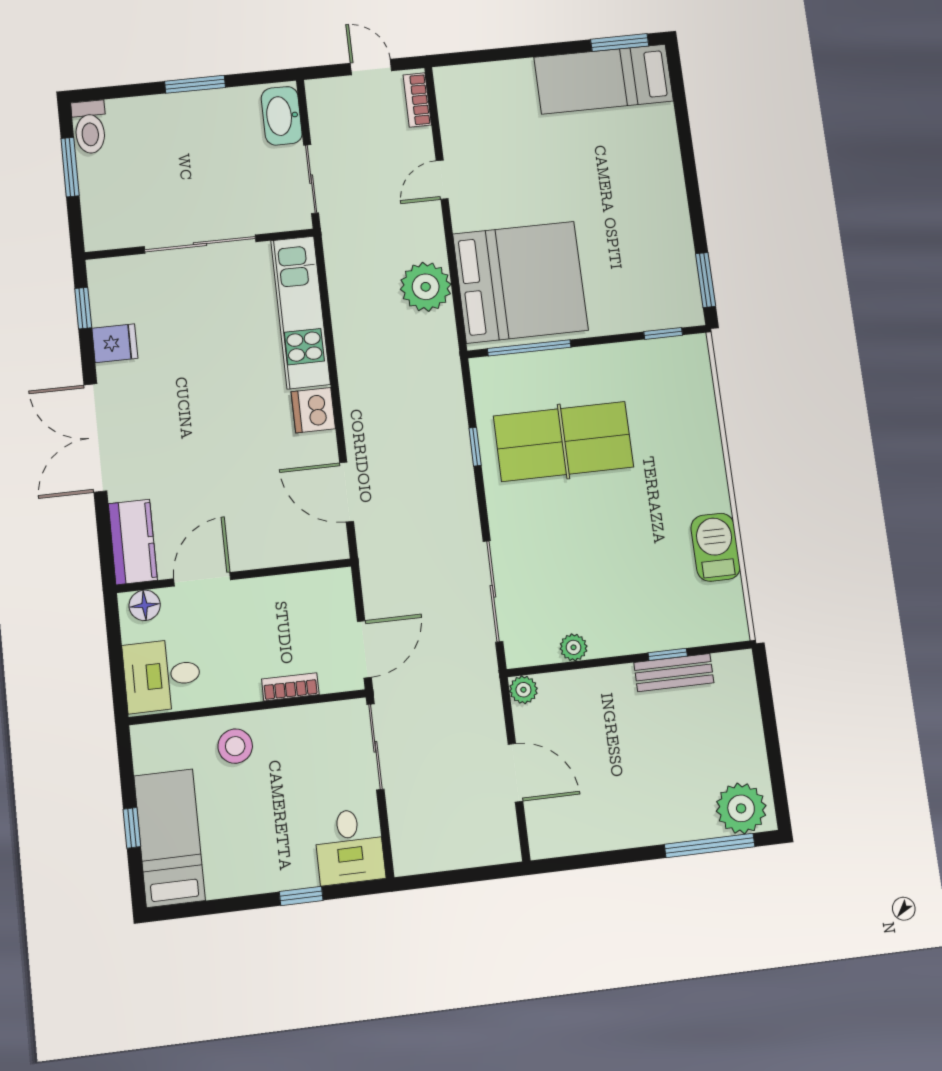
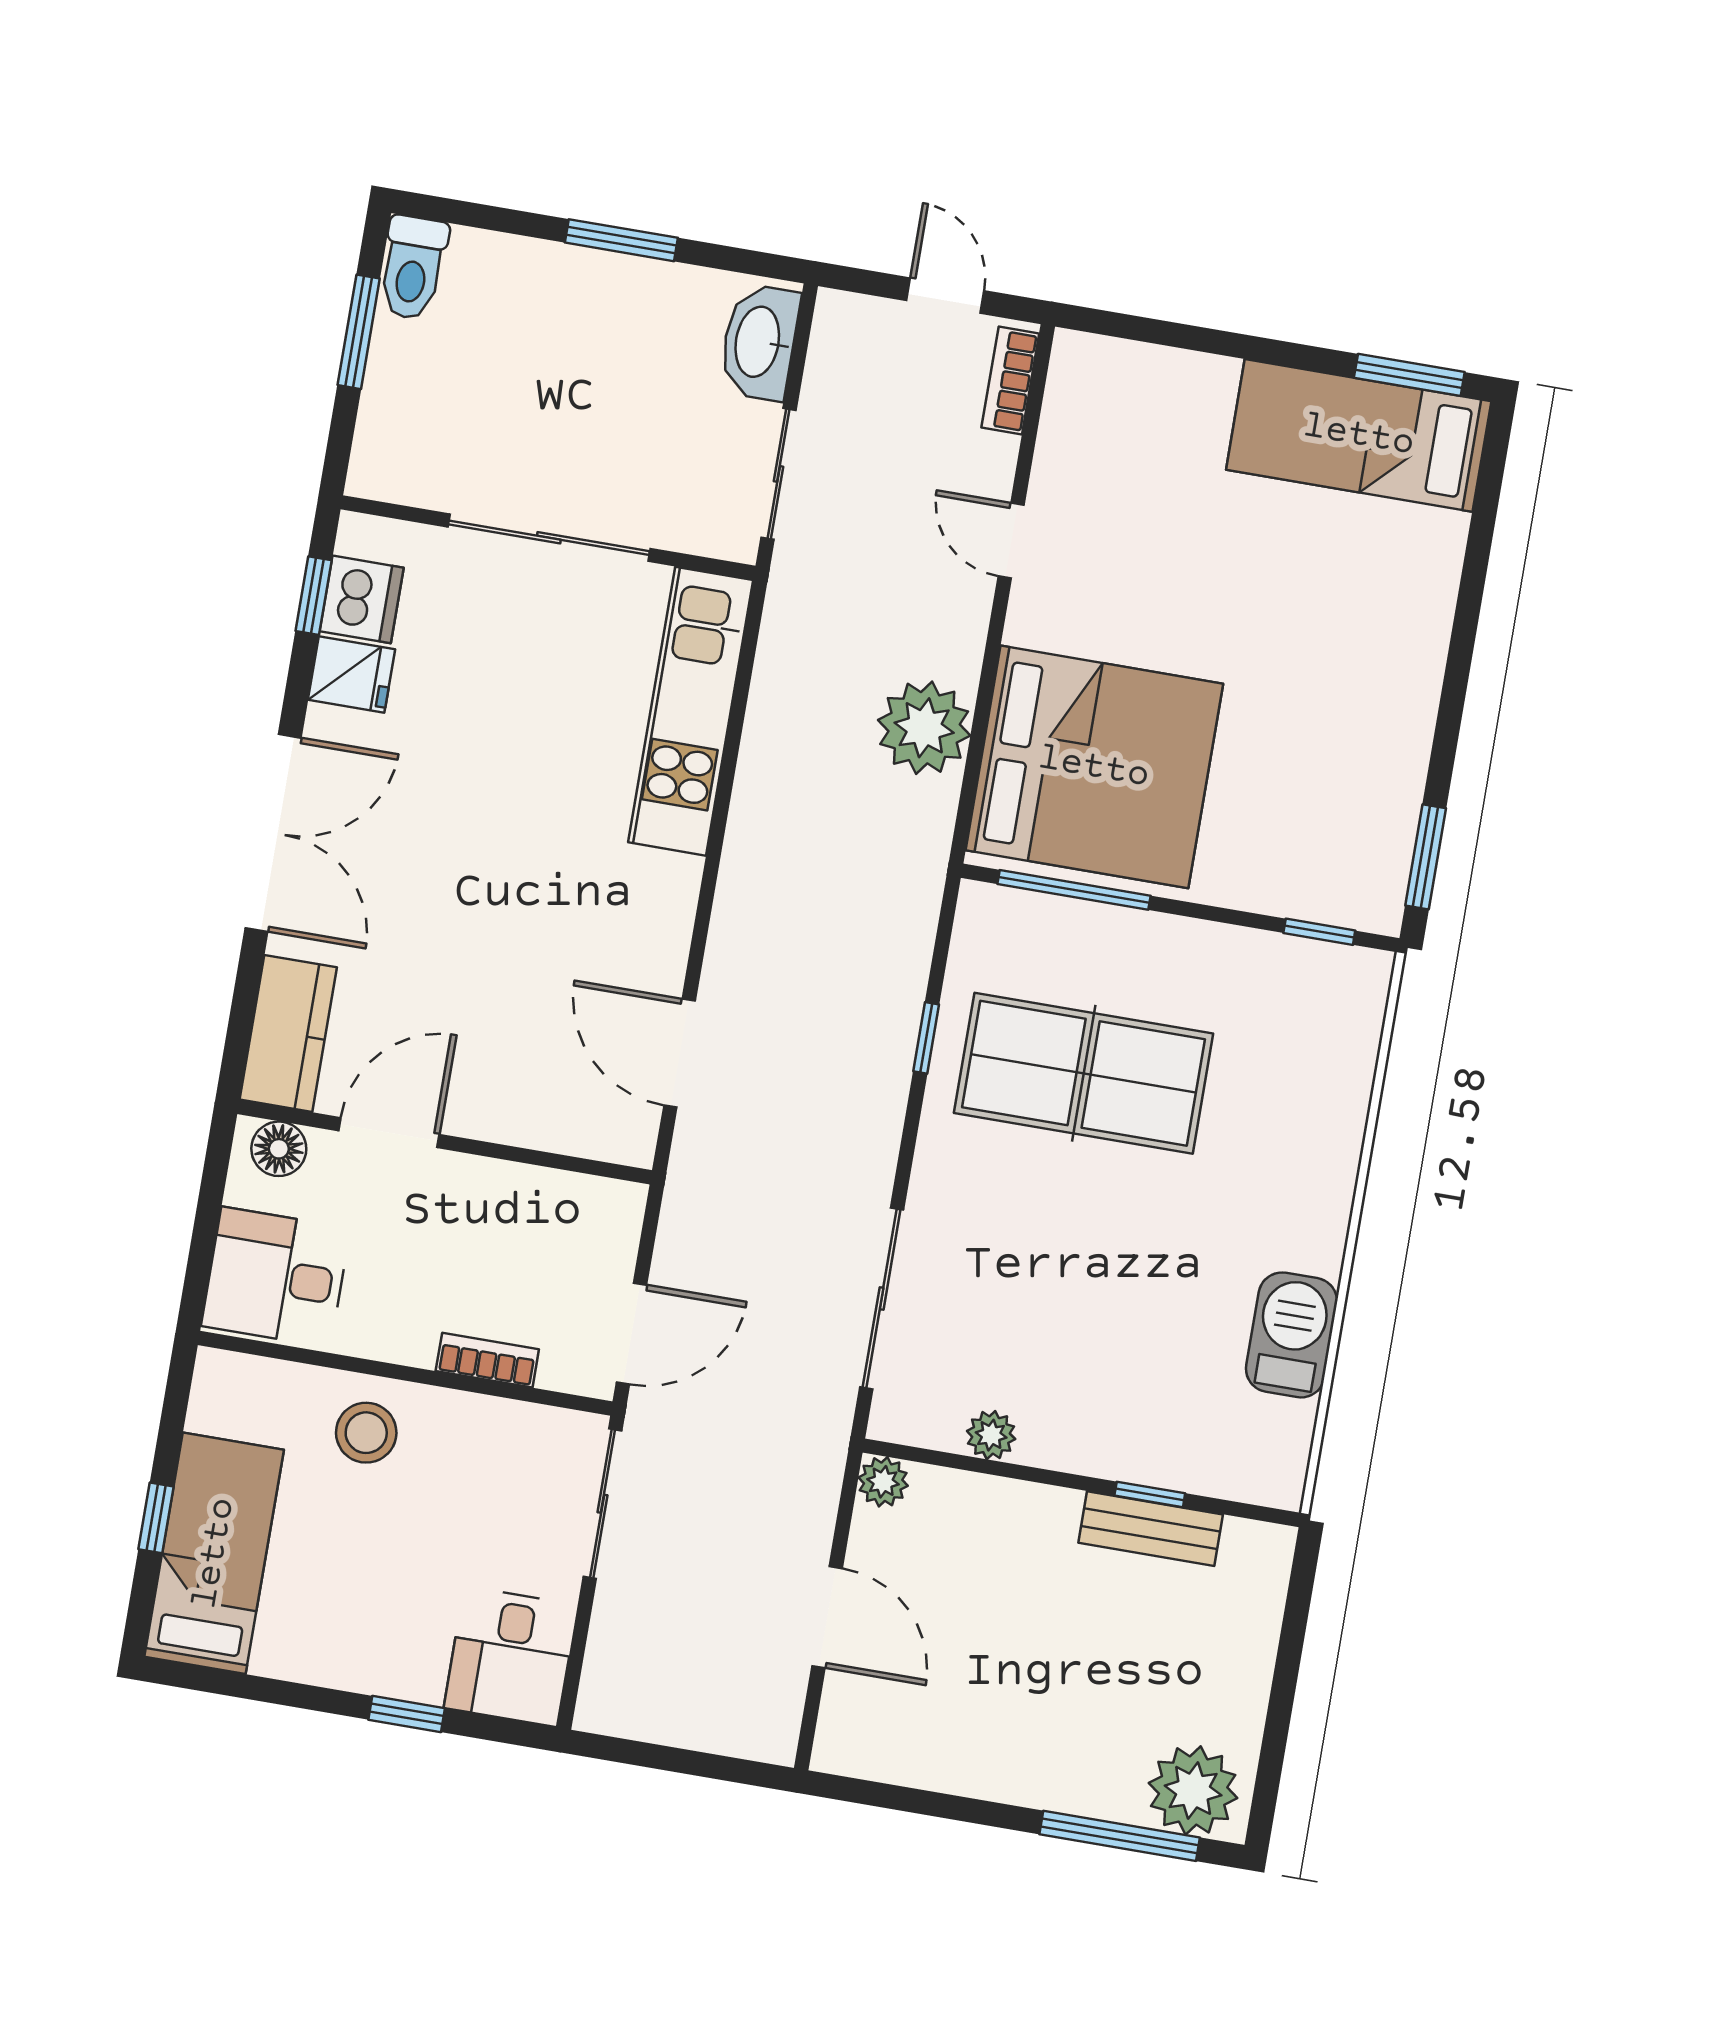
door: (442, 180) -> (1011, 541), hinge flipped
dishwasher: (313, 410) -> (362, 599), moved, turned 180
double door: (95, 438) -> (273, 833), swing flipped

